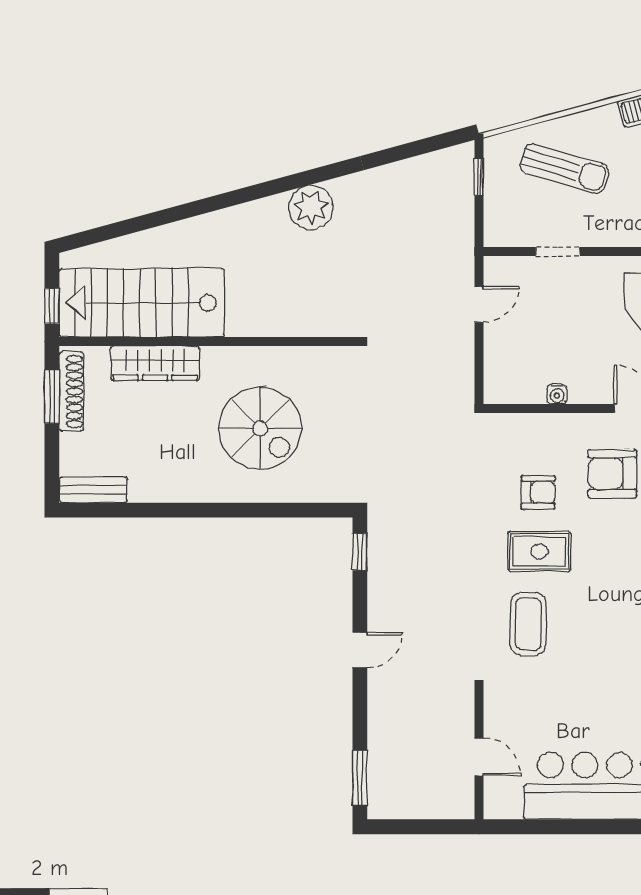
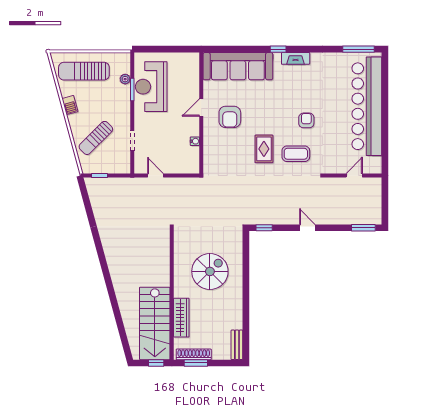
sun lounger: (564, 169) -> (96, 138), turned -151
plant: (311, 207) -> (113, 249), removed
armchair: (538, 492) -> (306, 120), moved

